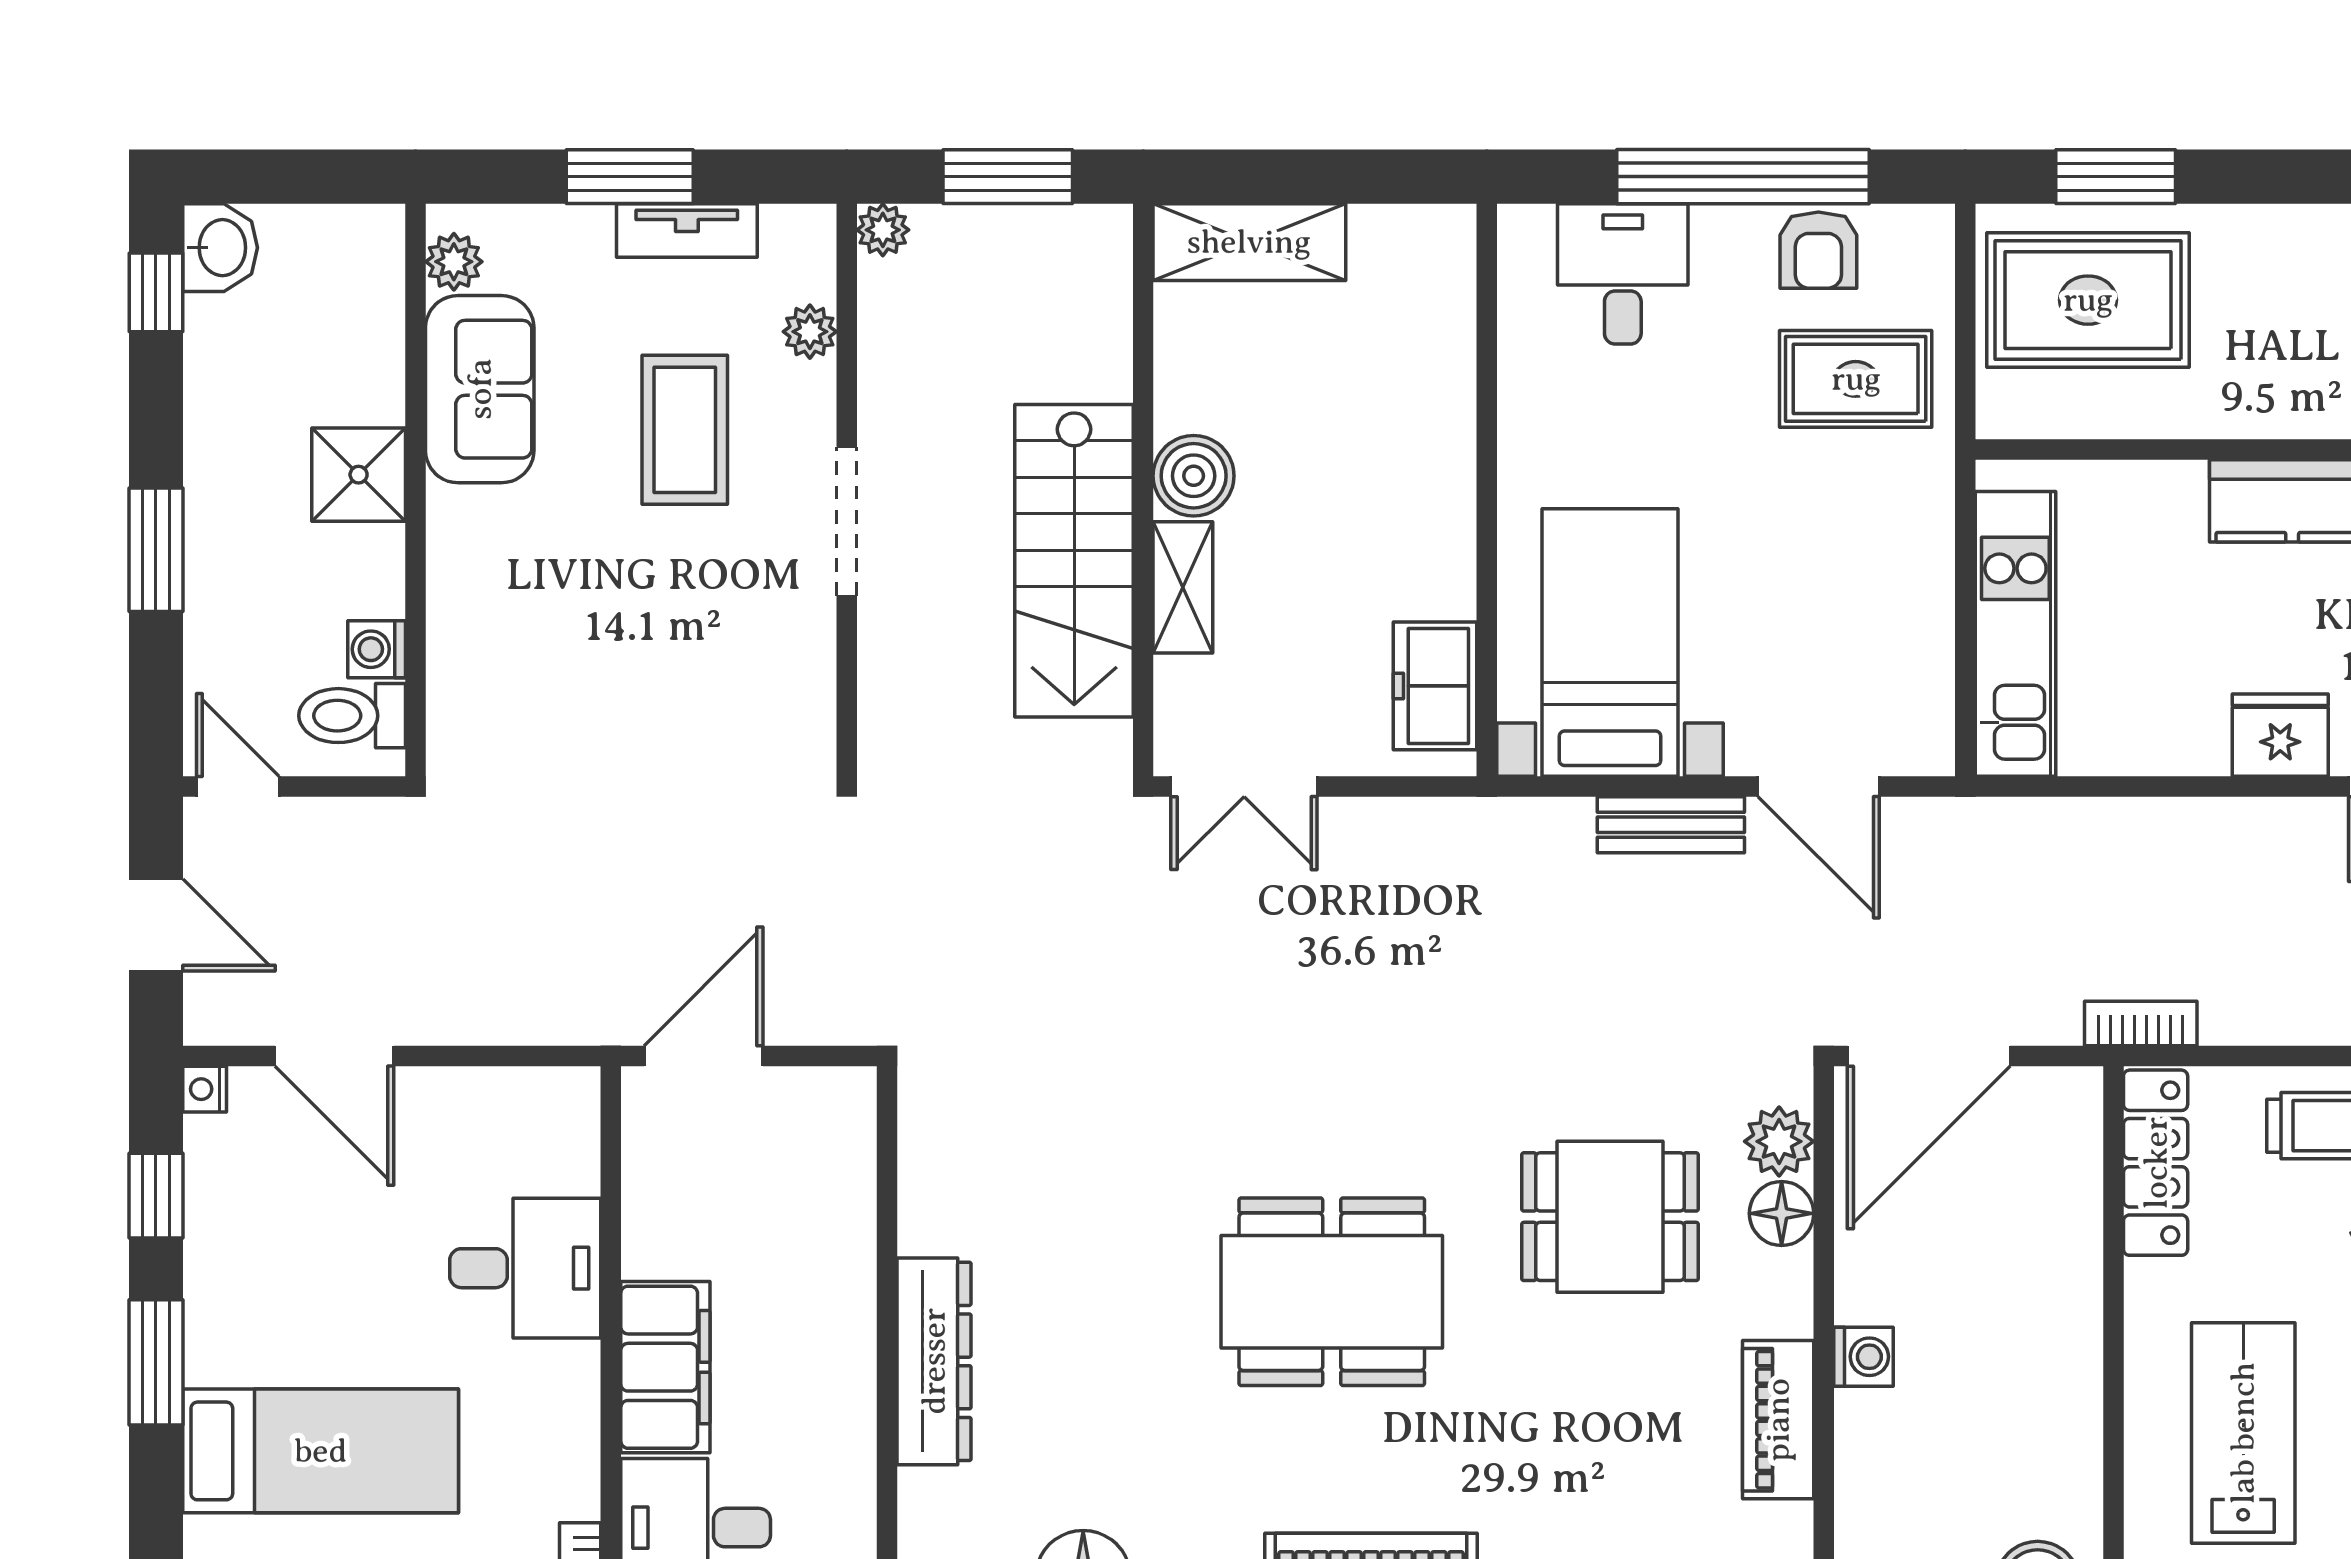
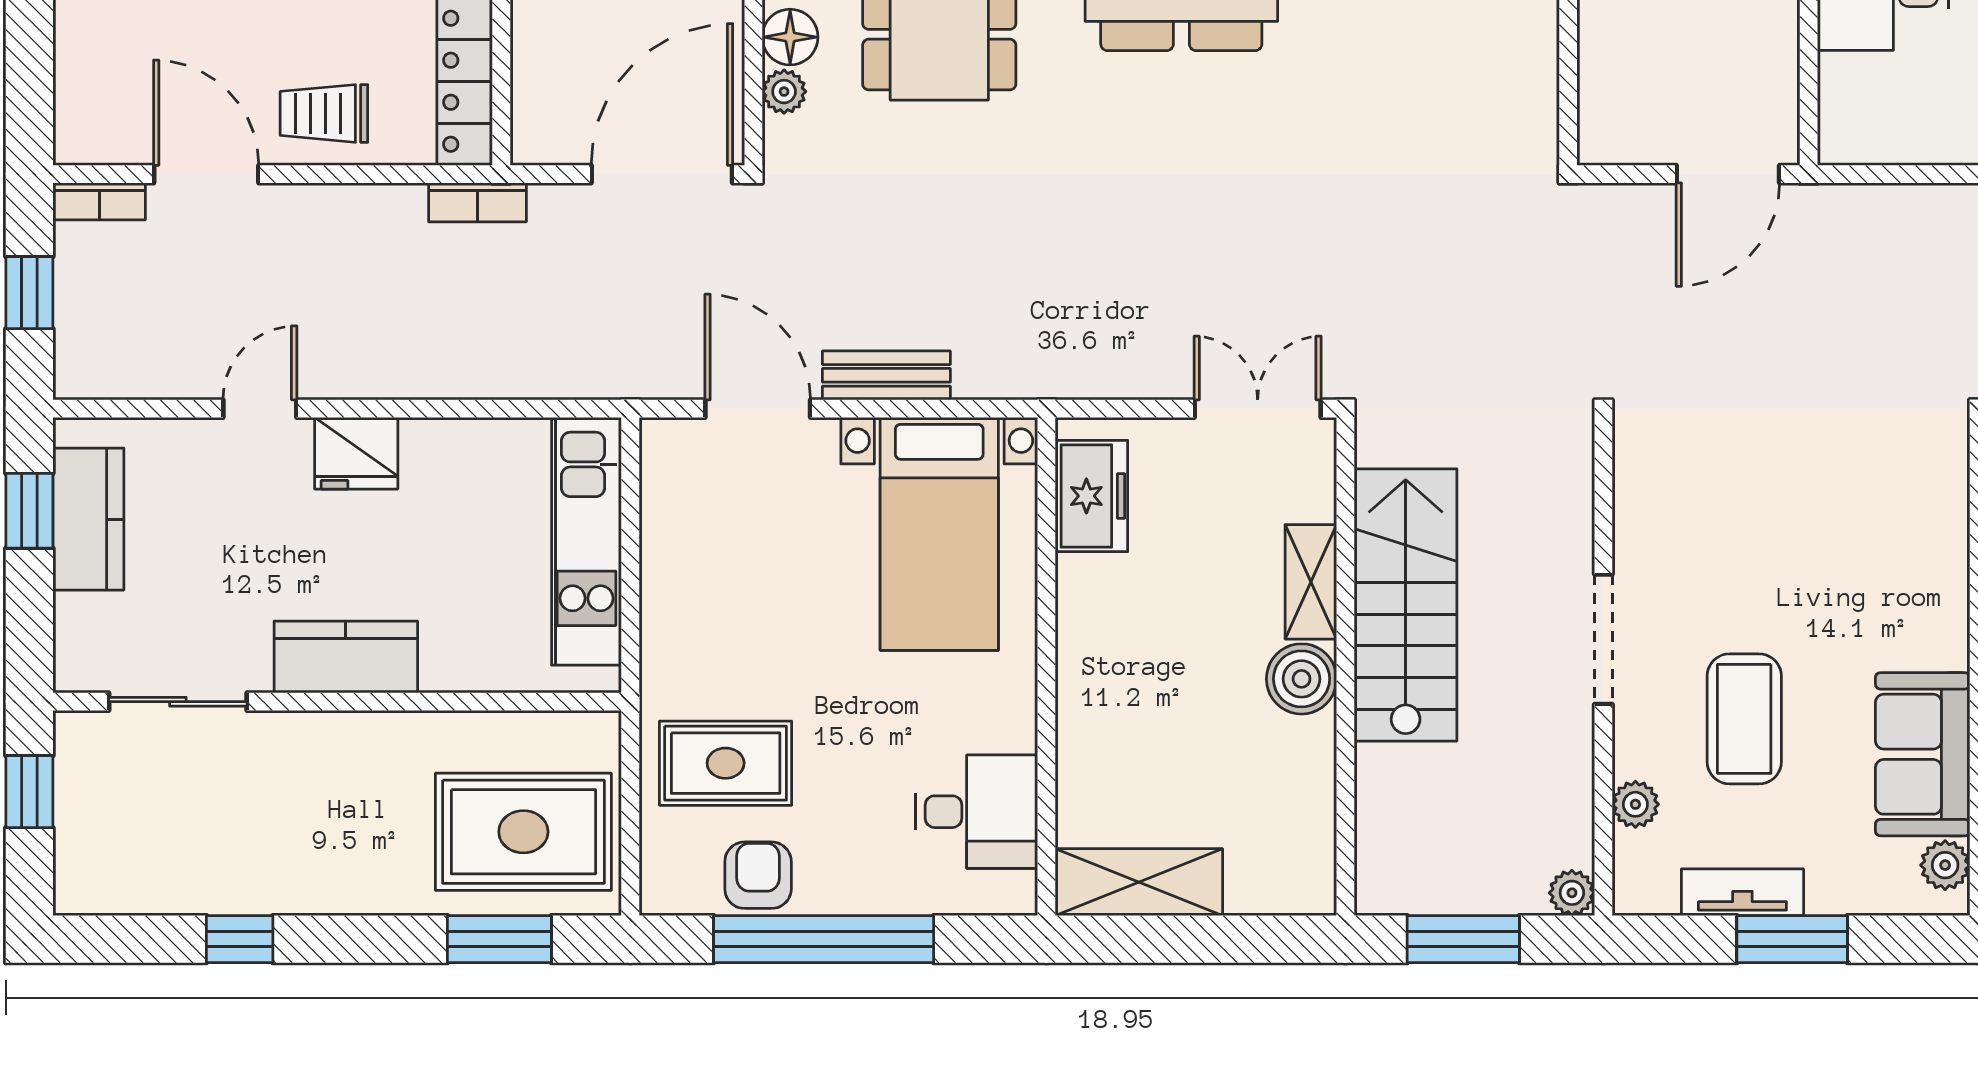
shelving: (1249, 242) -> (1139, 882), moved
desk: (1623, 274) -> (977, 812), moved, turned -90
plant: (1779, 1141) -> (784, 92), width x0.73, depth x0.73

